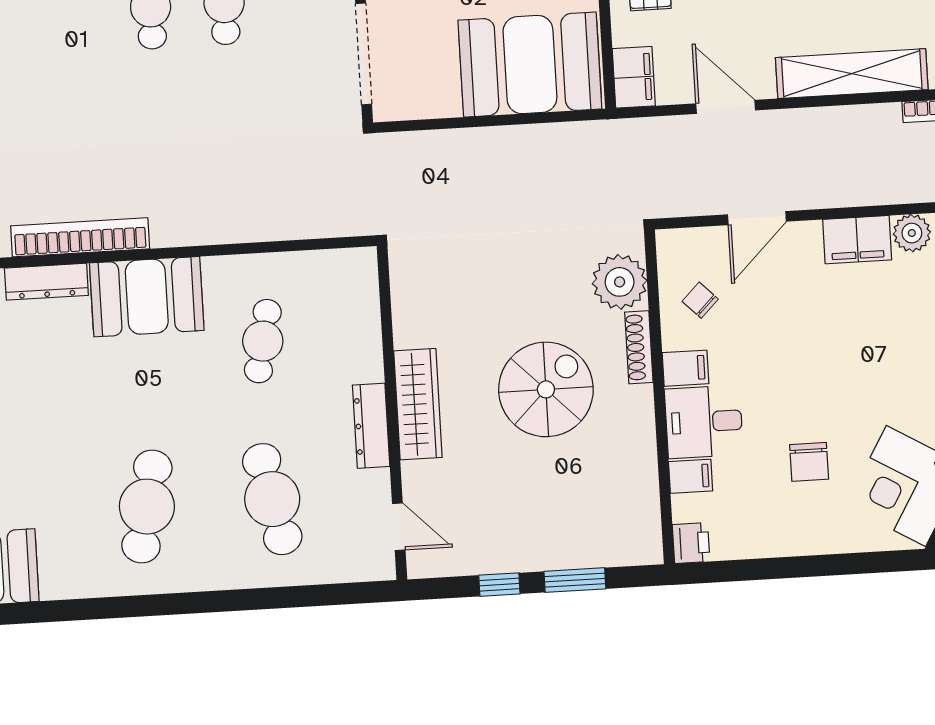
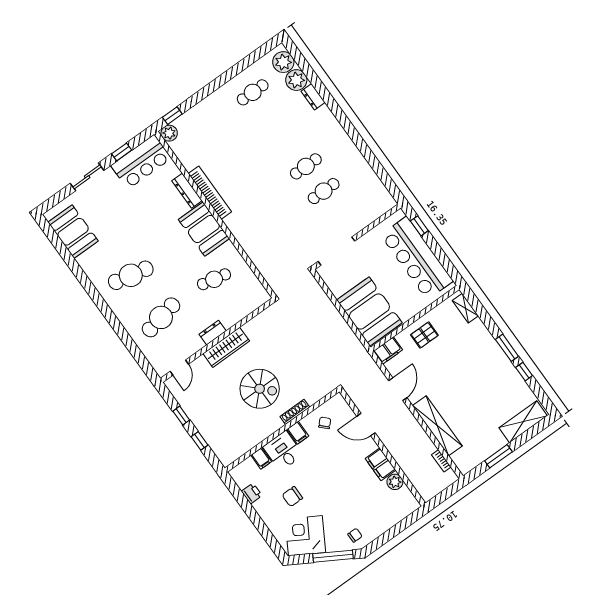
plant: (620, 282) -> (313, 391), removed
dresser: (371, 426) -> (213, 333), width x0.70
printer: (691, 543) -> (252, 493), moved, turned -90
window: (575, 580) -> (199, 441), width x0.67

